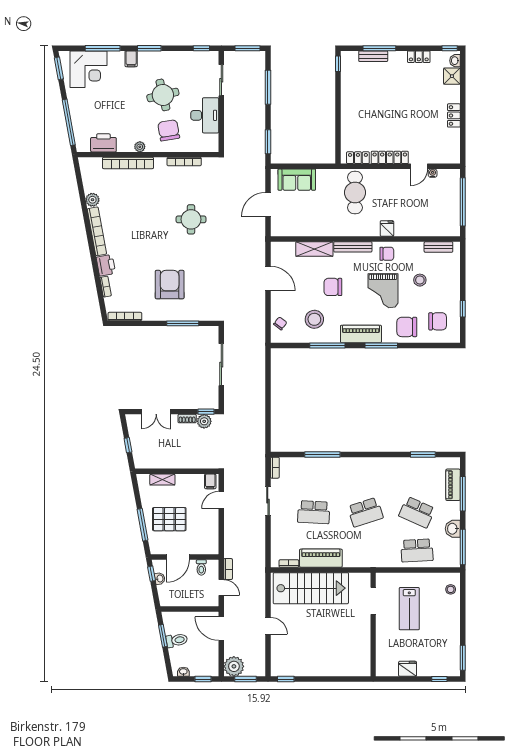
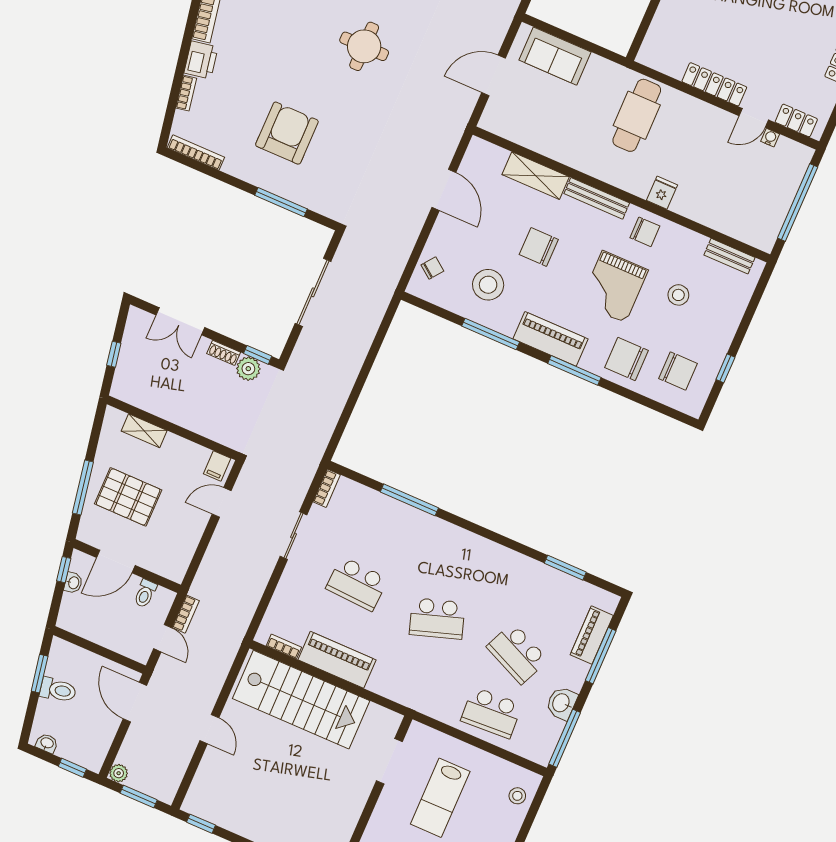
locker: (358, 158) -> (796, 120), moved
plant: (234, 666) -> (119, 773), width x0.53, depth x0.53

